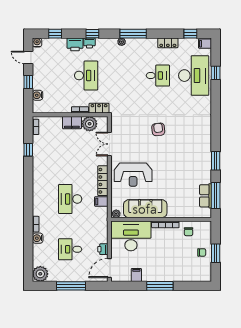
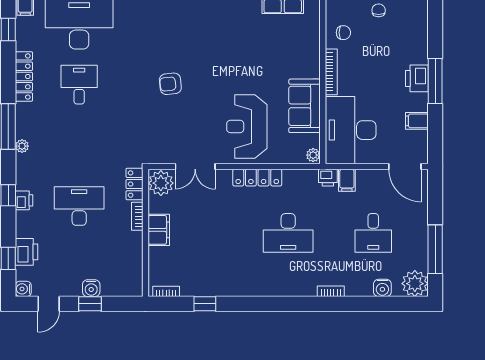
locker: (168, 43) -> (24, 76), width x1.53
printer: (75, 44) -> (27, 252), moved
water cooler: (38, 95) -> (91, 288), moved
plant: (90, 124) -> (161, 183), moved
reception desk: (133, 175) -> (247, 126), turned 180
filing cabinet: (101, 201) -> (347, 180), moved
sofa: (145, 209) -> (304, 106), width x0.73
water cooler: (38, 238) -> (382, 288), moved
printer: (103, 249) -> (328, 178), moved
printer: (161, 275) -> (417, 78), added
window: (71, 286) -> (435, 249), moved

